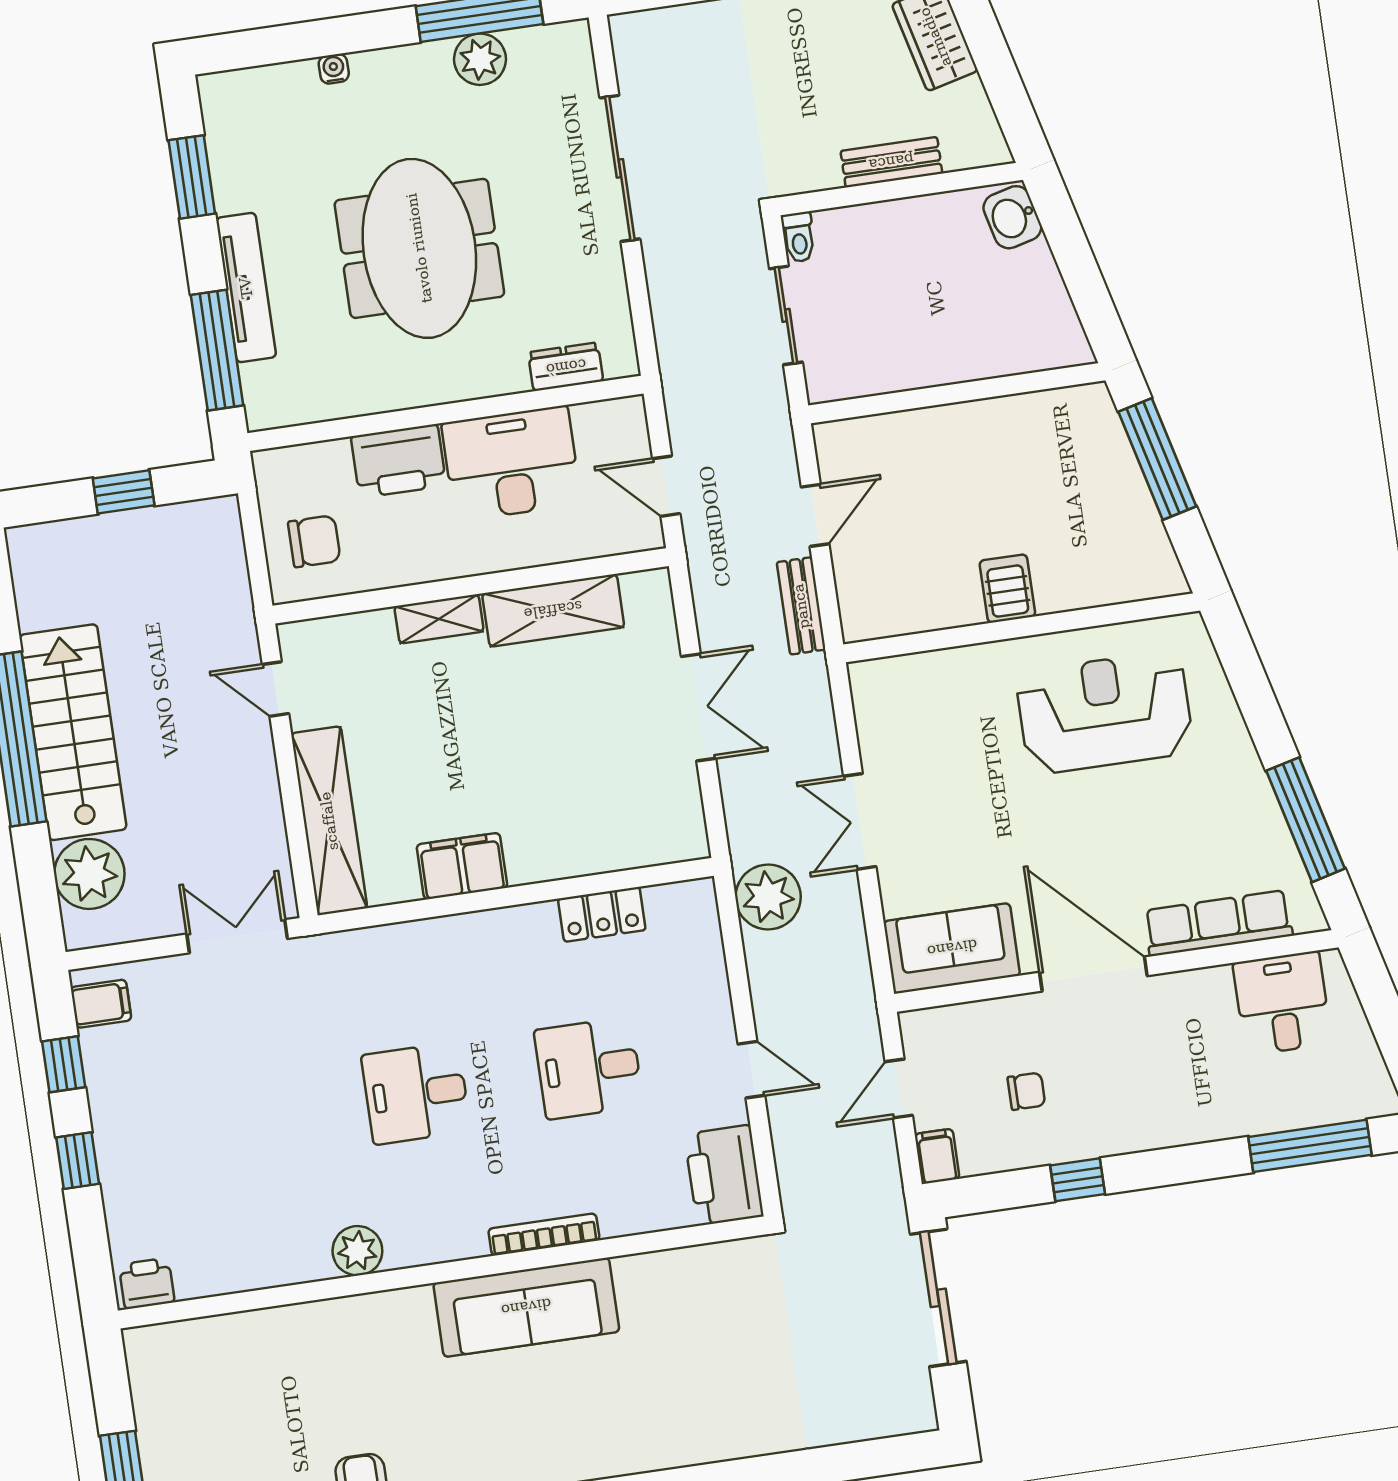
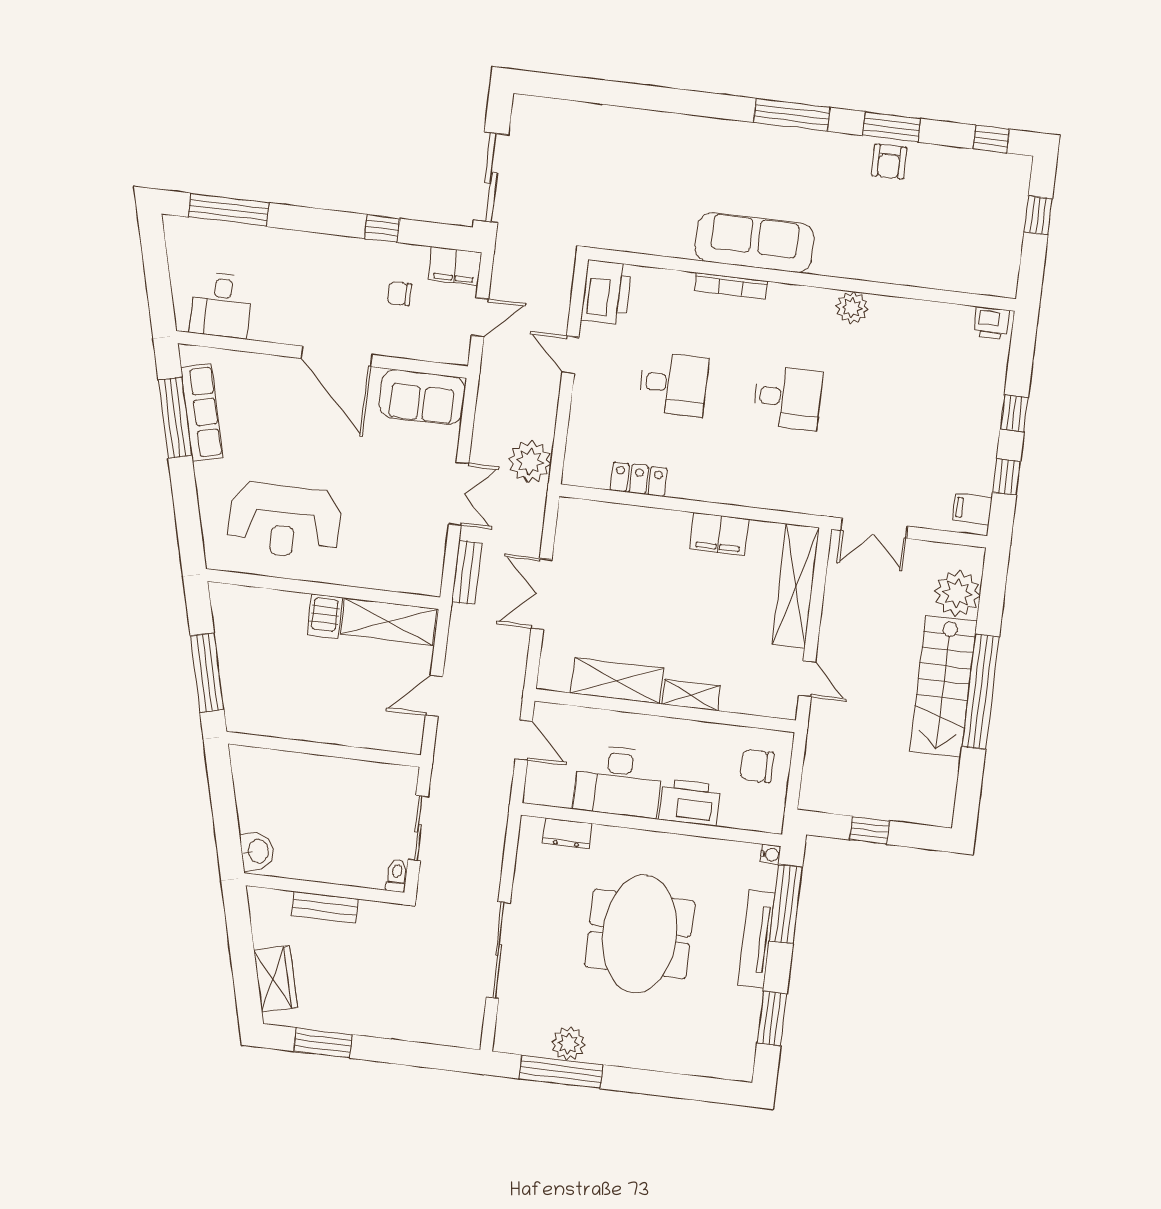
water cooler: (334, 69) -> (771, 854), moved, turned -90
bench: (801, 606) -> (467, 572), moved
shelving: (911, 606) -> (389, 622), added
row of seats: (1218, 923) -> (202, 412), moved, turned -104
filing cabinet: (937, 1156) -> (455, 266), width x2.00

